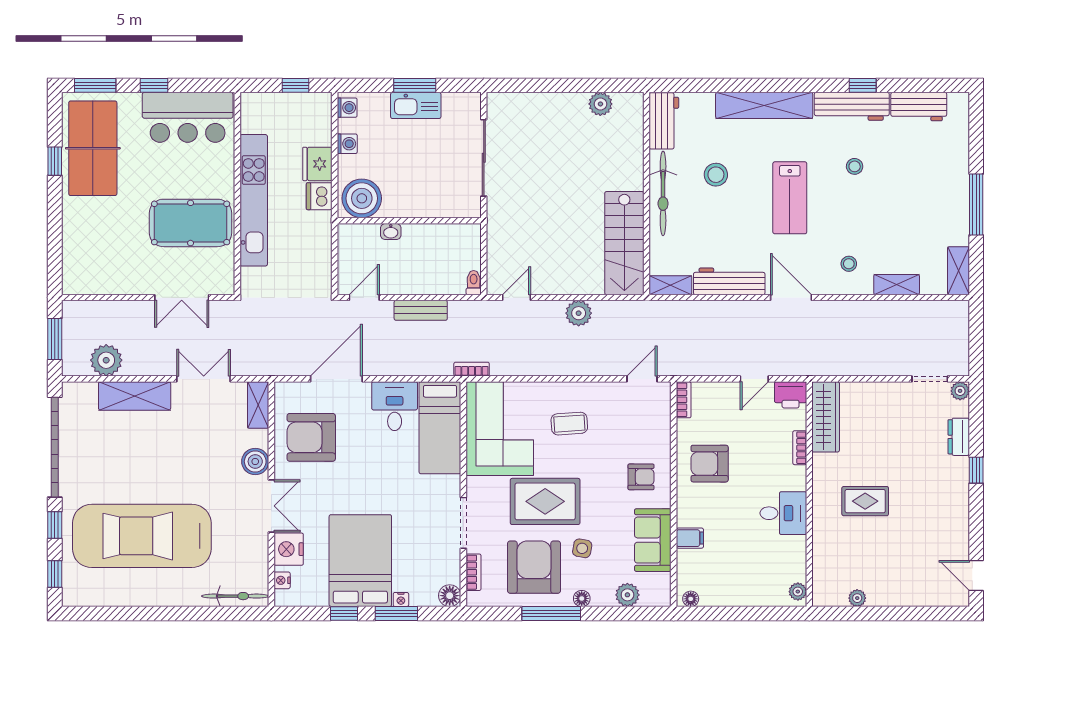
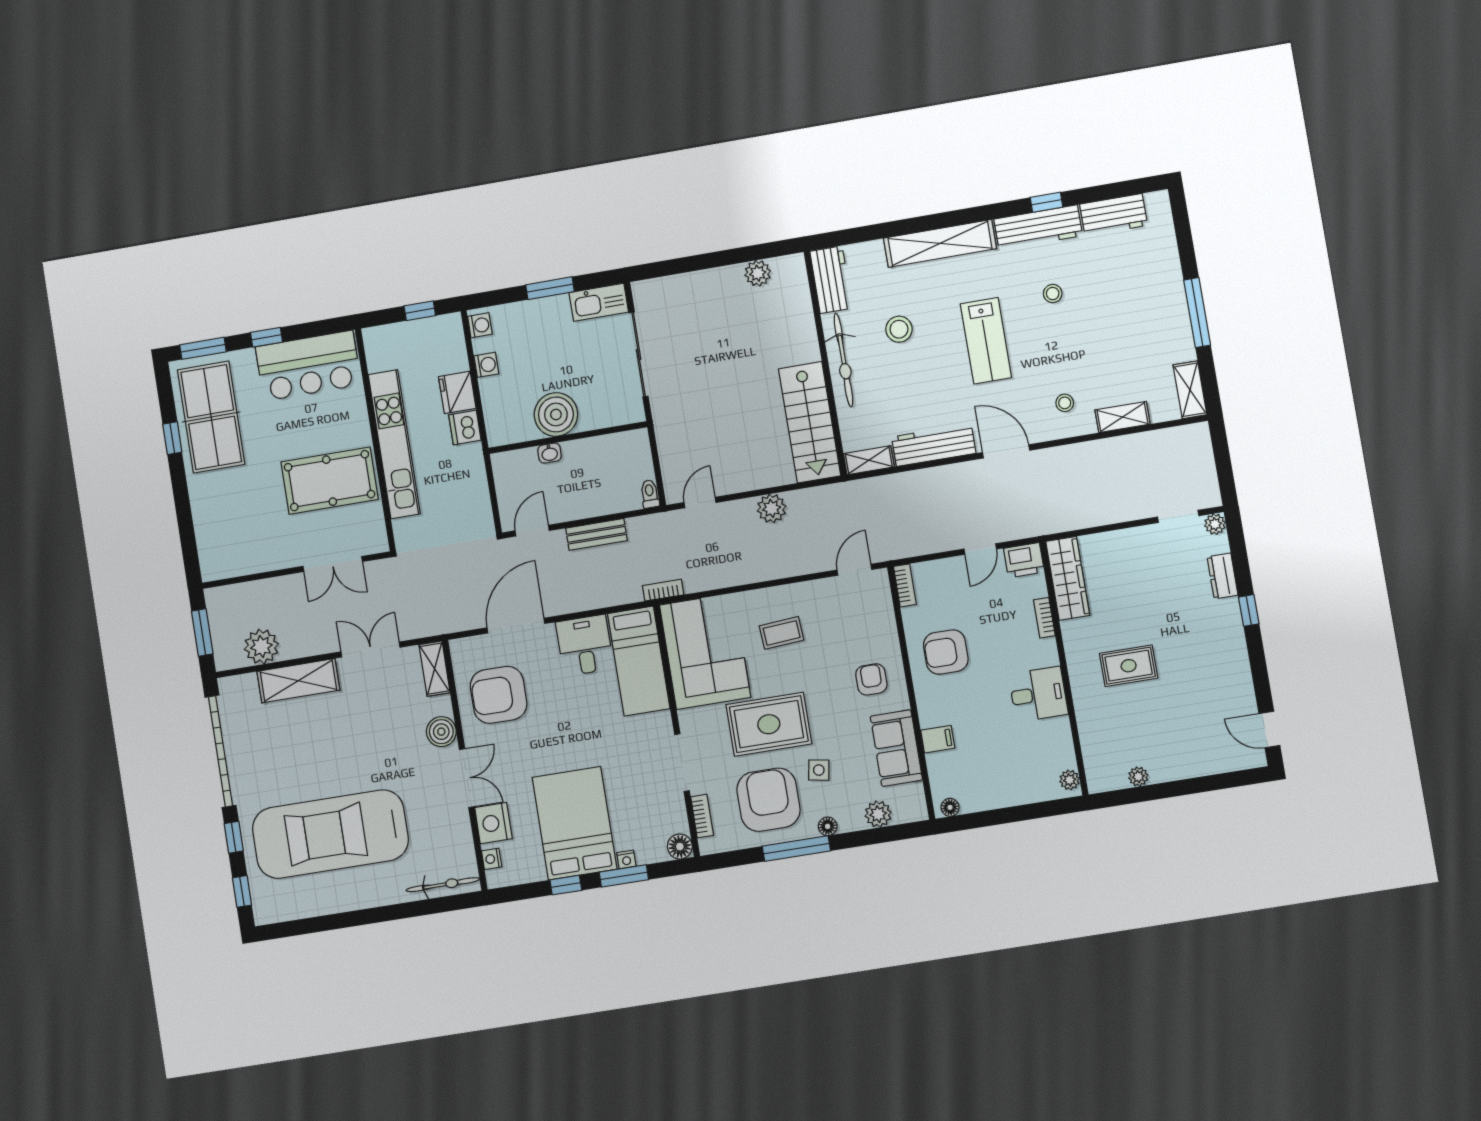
kitchen sink: (416, 105) -> (599, 302), moved
boiler: (362, 198) -> (556, 414), moved
armchair: (641, 477) -> (871, 679), turned -90

